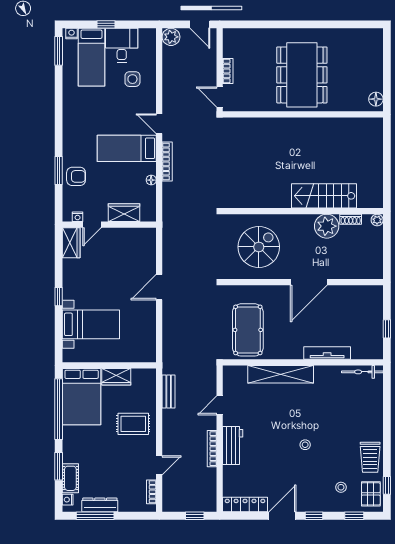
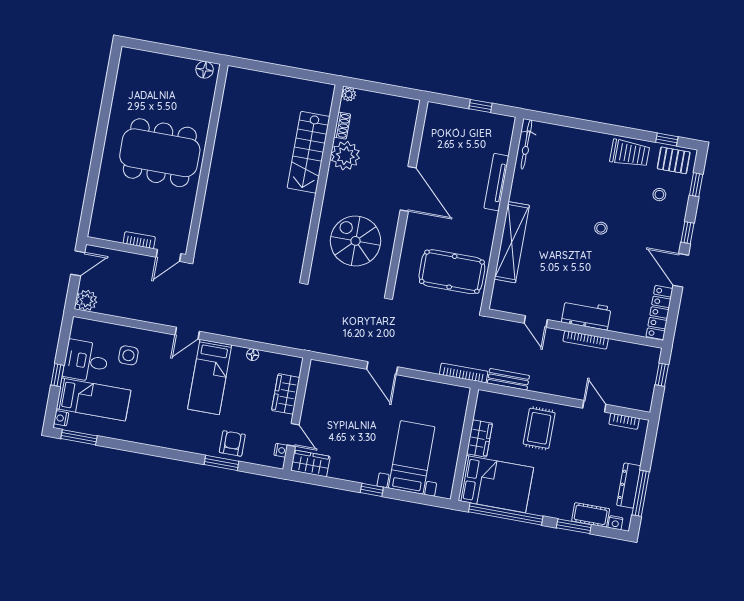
bookcase: (167, 162) -> (464, 373), moved

